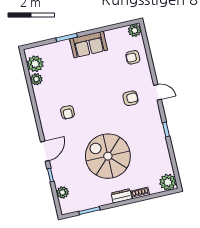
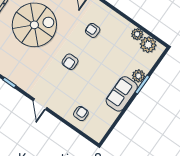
plant: (135, 30) -> (138, 76), moved
door: (157, 92) -> (40, 104), hinge flipped
armchair: (131, 98) -> (70, 62), moved

